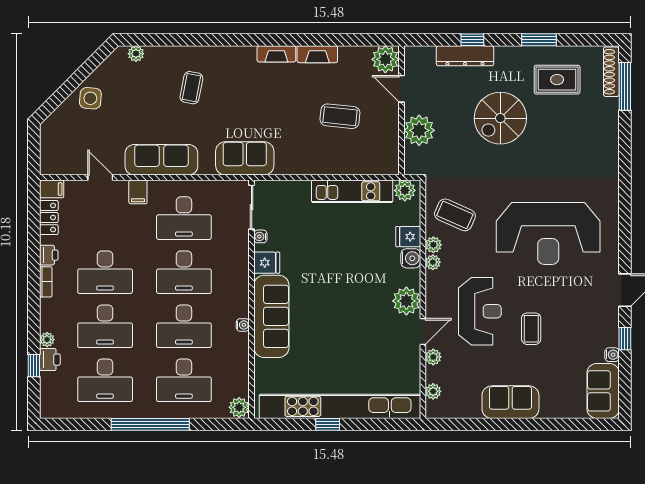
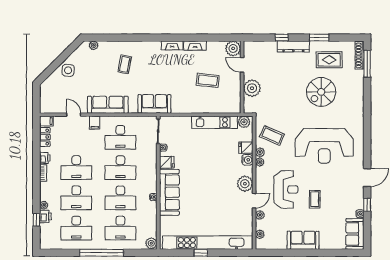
dresser: (465, 56) -> (293, 46), moved
spiral stairs: (500, 118) -> (321, 92), moved

